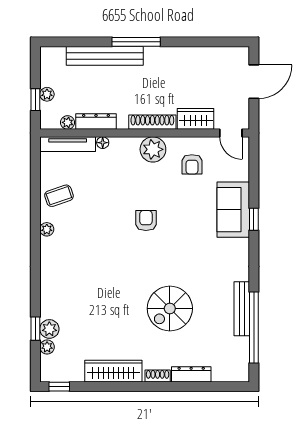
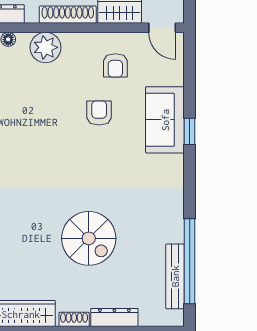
plant: (153, 149) -> (45, 47), moved
armchair: (146, 221) -> (99, 113), moved
spiral stairs: (170, 308) -> (89, 238), turned -90
bench: (242, 309) -> (175, 276), moved

